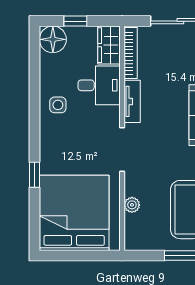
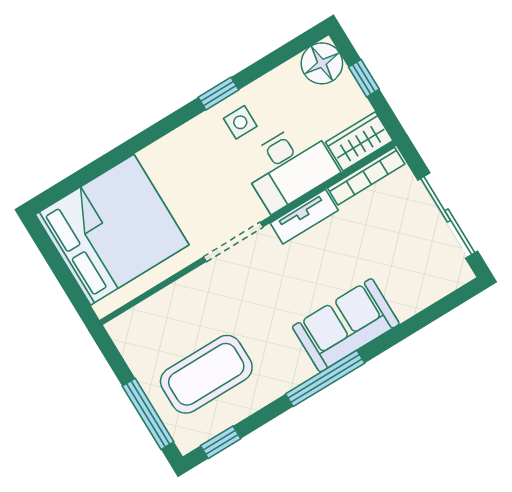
desk: (99, 85) -> (289, 166), width x1.37
window: (34, 175) -> (218, 94), moved
plant: (132, 205) -> (169, 299), removed

